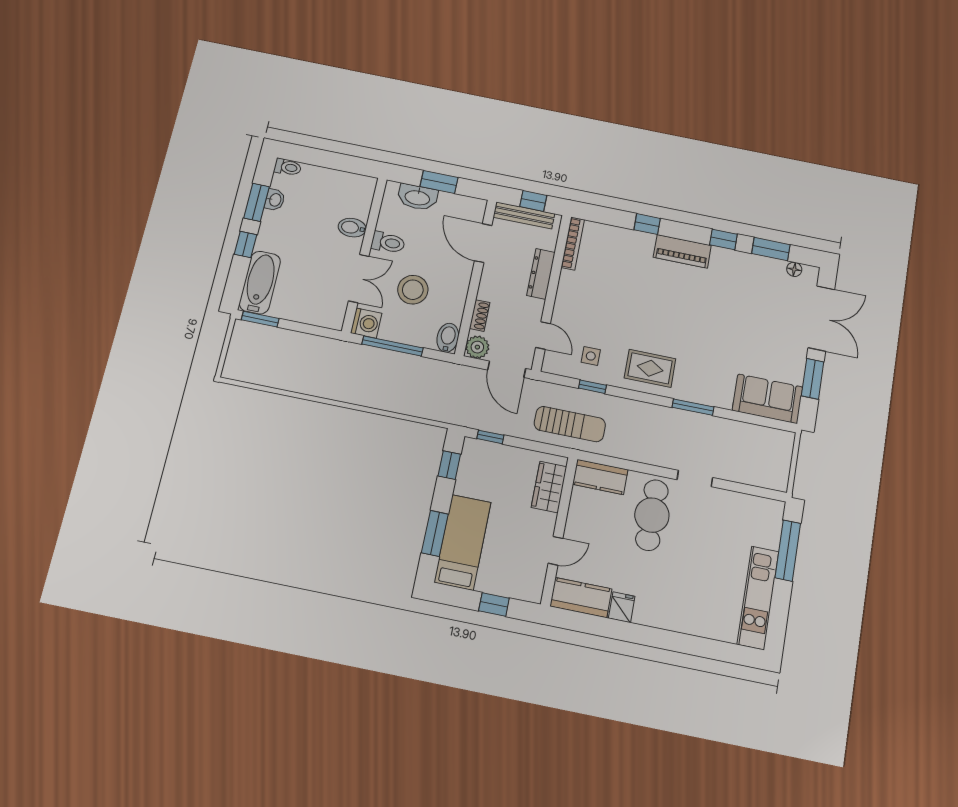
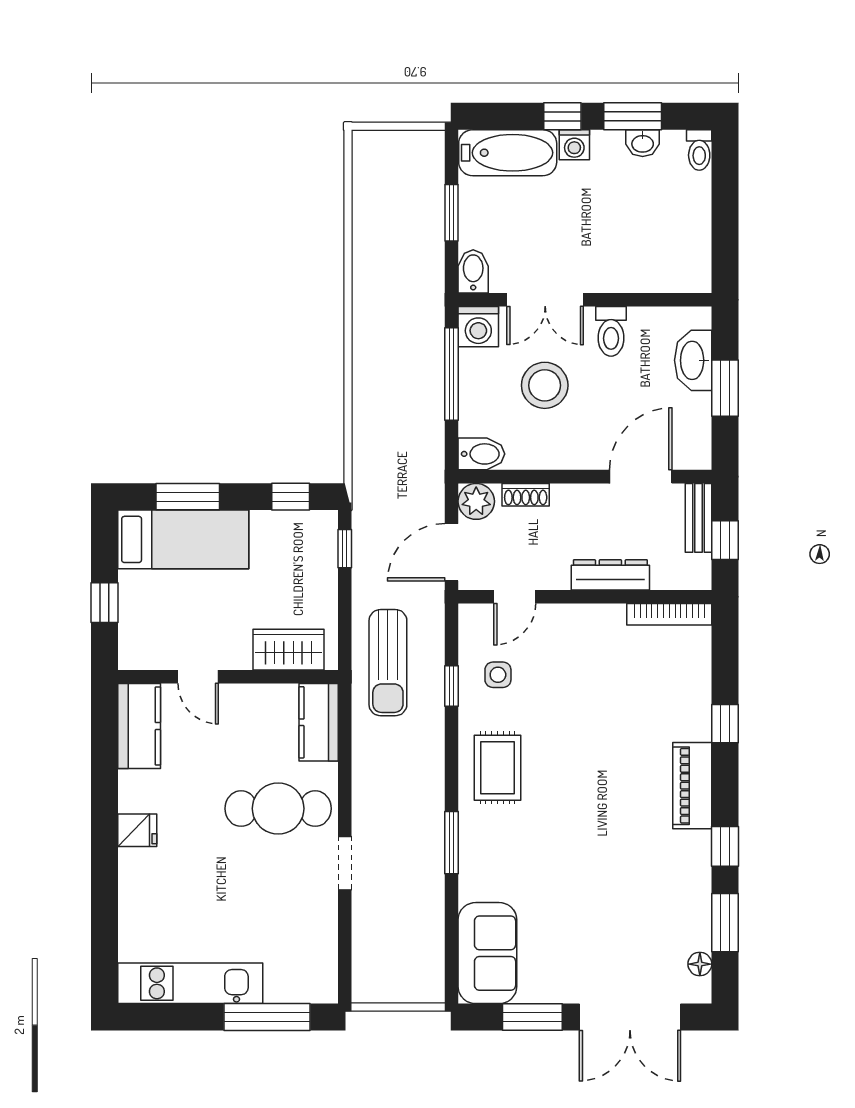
bench: (524, 215) -> (698, 518), width x0.73
bidet: (352, 228) -> (473, 271), moved
washing machine: (265, 241) -> (574, 145), added
window: (260, 319) -> (451, 213), moved
fridge: (622, 607) -> (137, 830), moved

